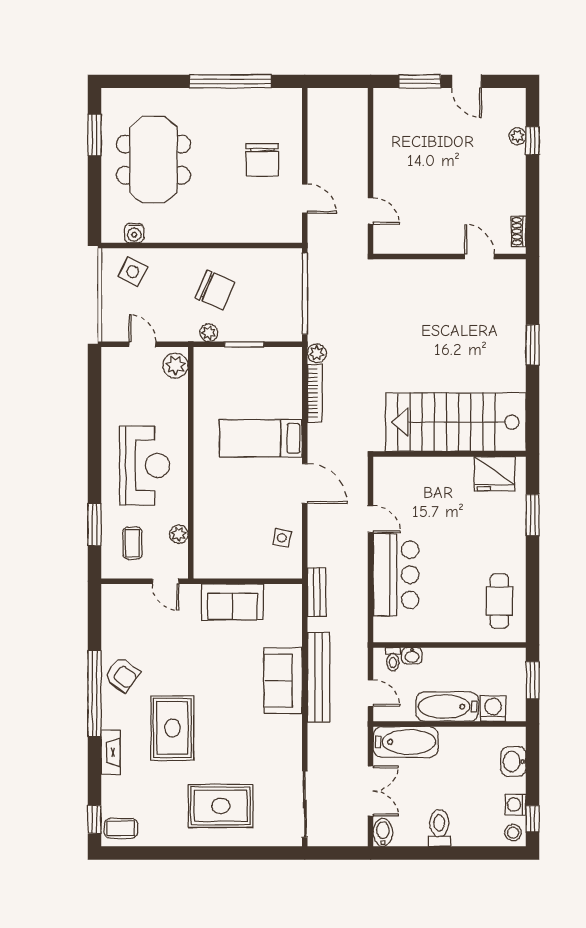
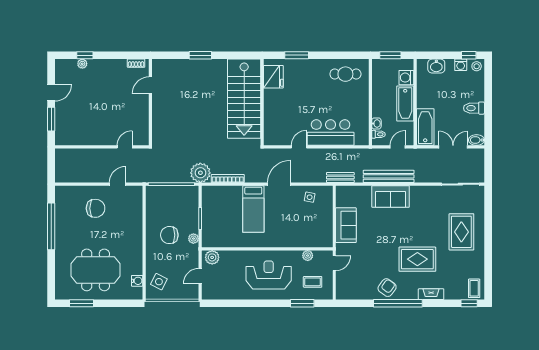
chair: (215, 290) -> (169, 235), turned -114
plant: (317, 353) -> (200, 173), width x1.88, depth x1.88

